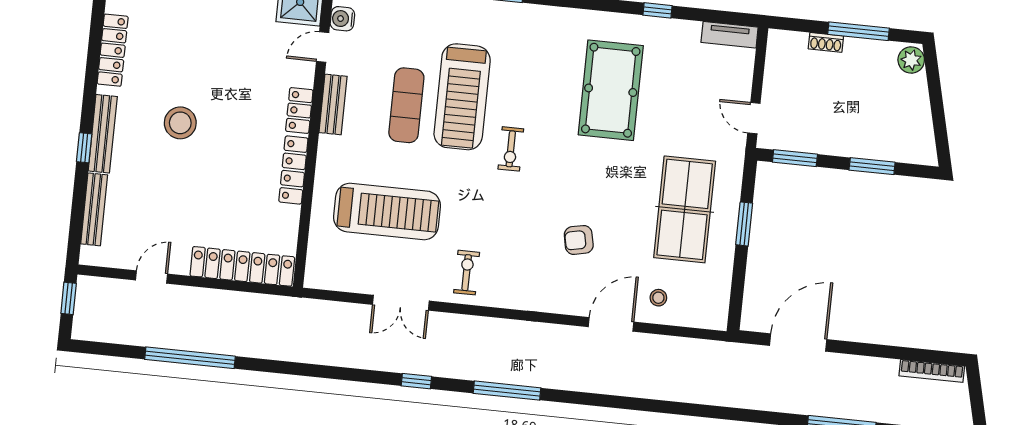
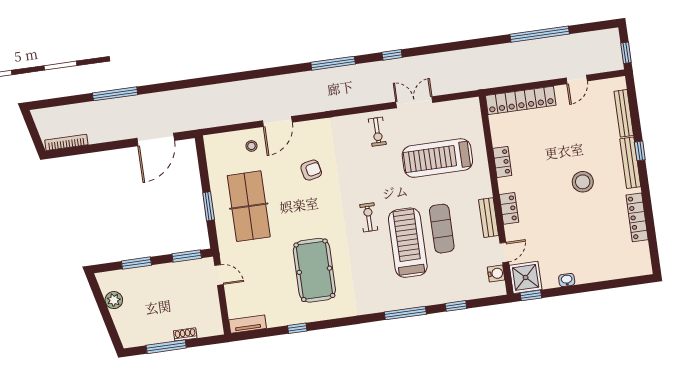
plant: (911, 60) -> (114, 300), moved
locker: (293, 170) -> (502, 162), width x0.66

